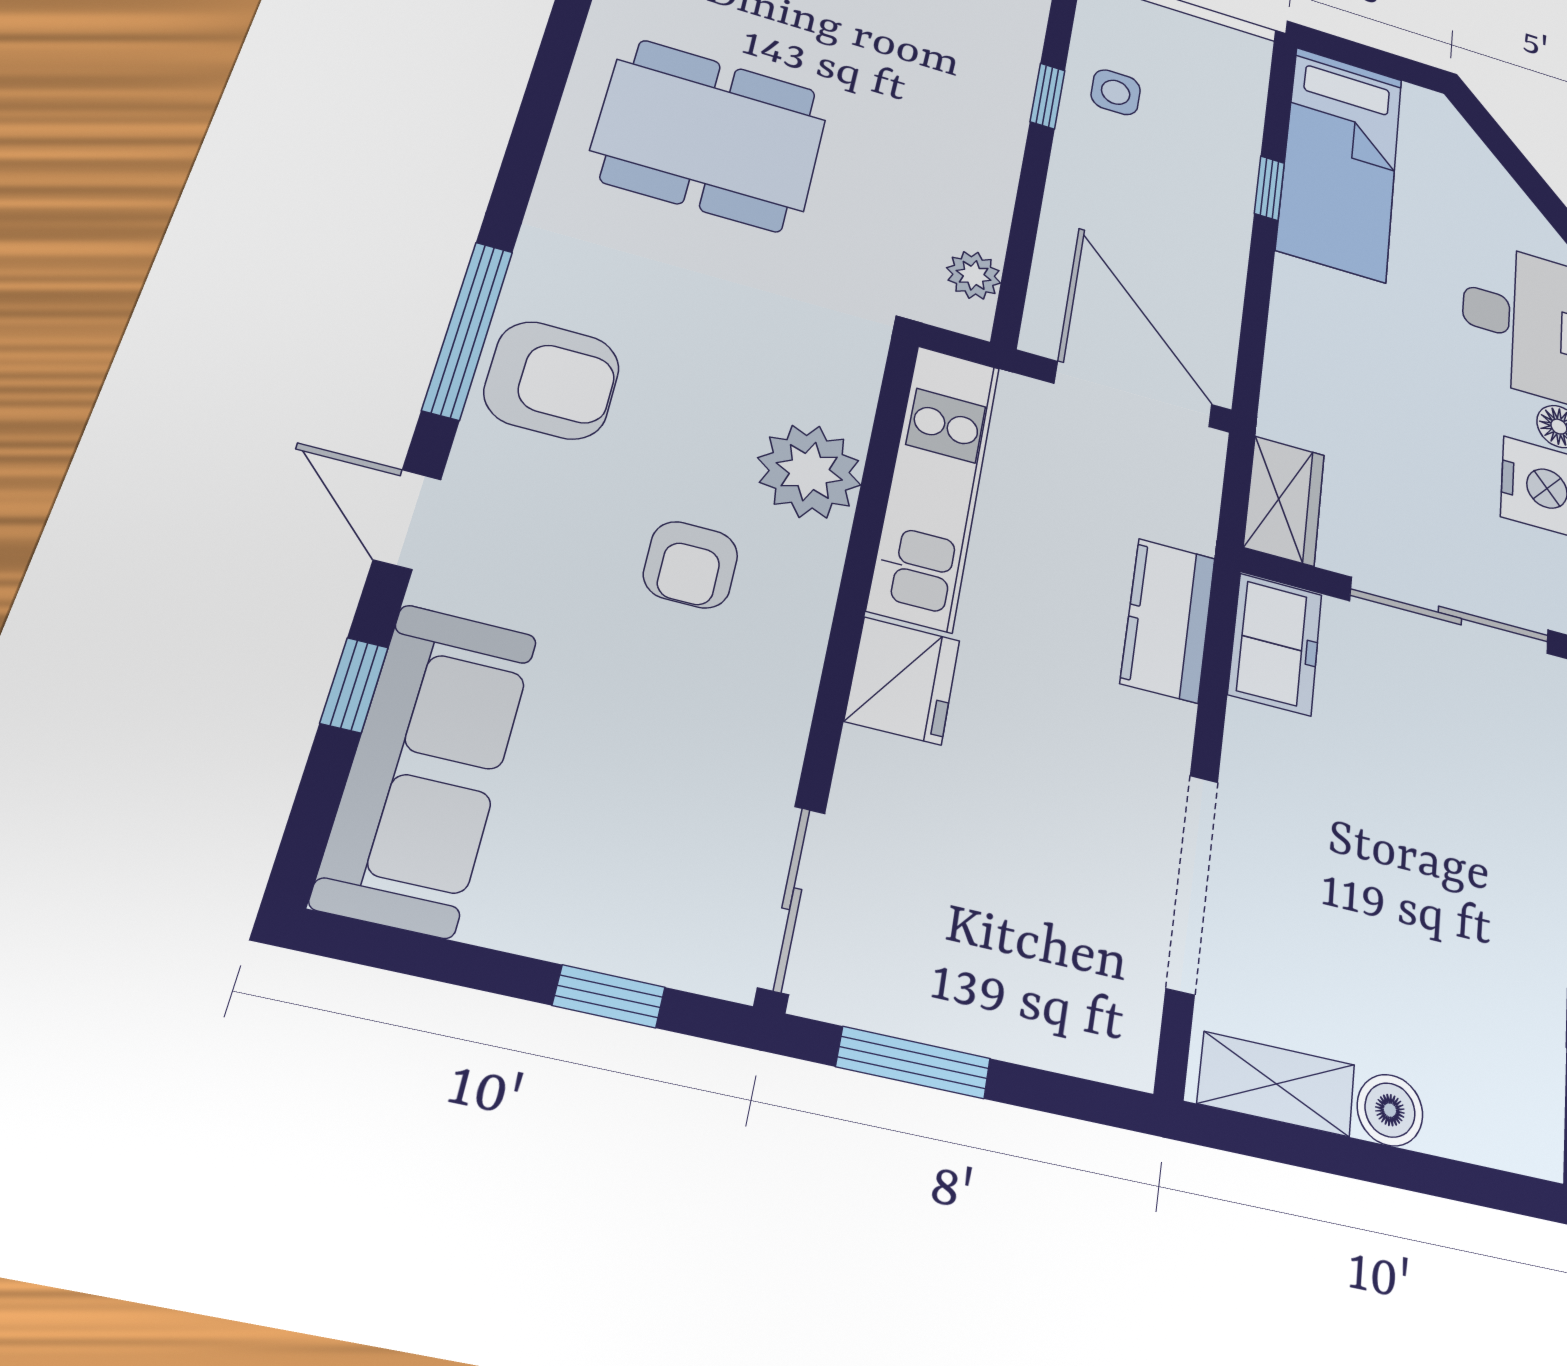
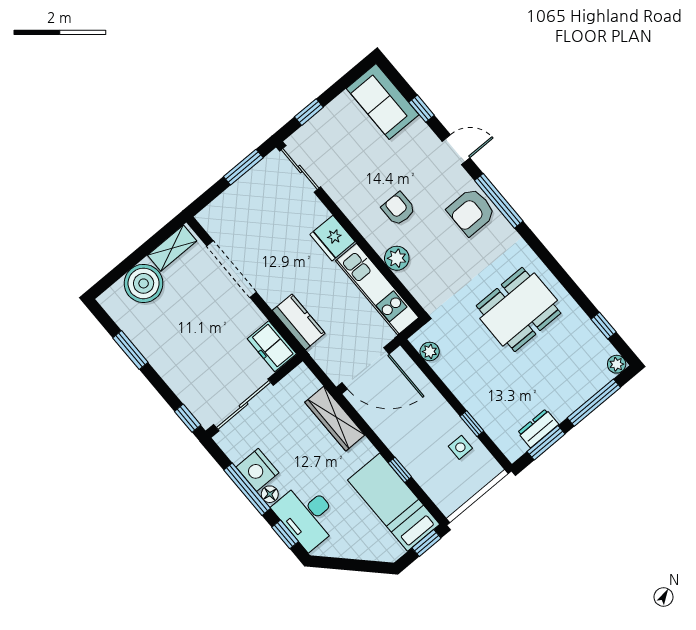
window: (1353, 53) -> (427, 543), added
plant: (809, 471) -> (397, 258), width x0.73, depth x0.73
wardrobe: (1284, 501) -> (335, 419), moved, width x1.50
sofa: (427, 767) -> (383, 102), width x0.73
boiler: (1390, 1110) -> (144, 283), width x1.86, depth x1.86

